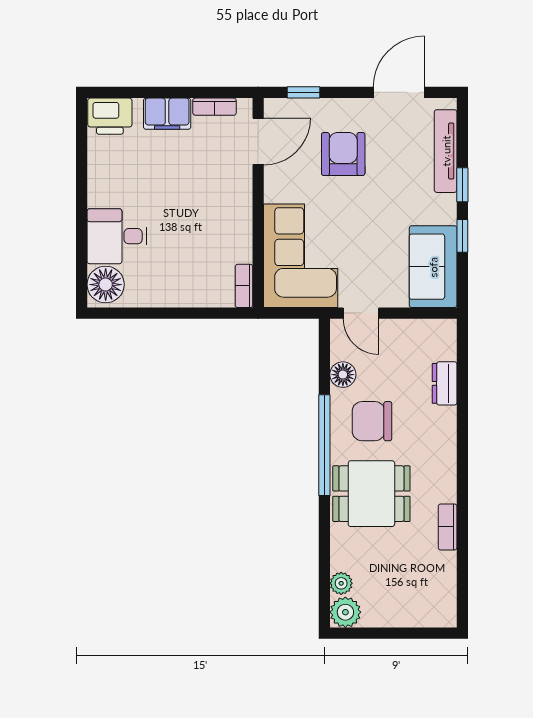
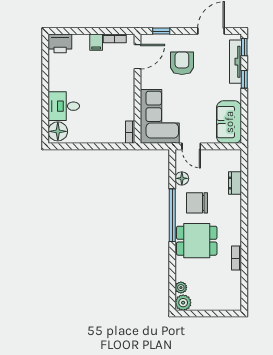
filing cabinet: (167, 114) -> (96, 42), width x0.50
window: (462, 236) -> (244, 47), moved

